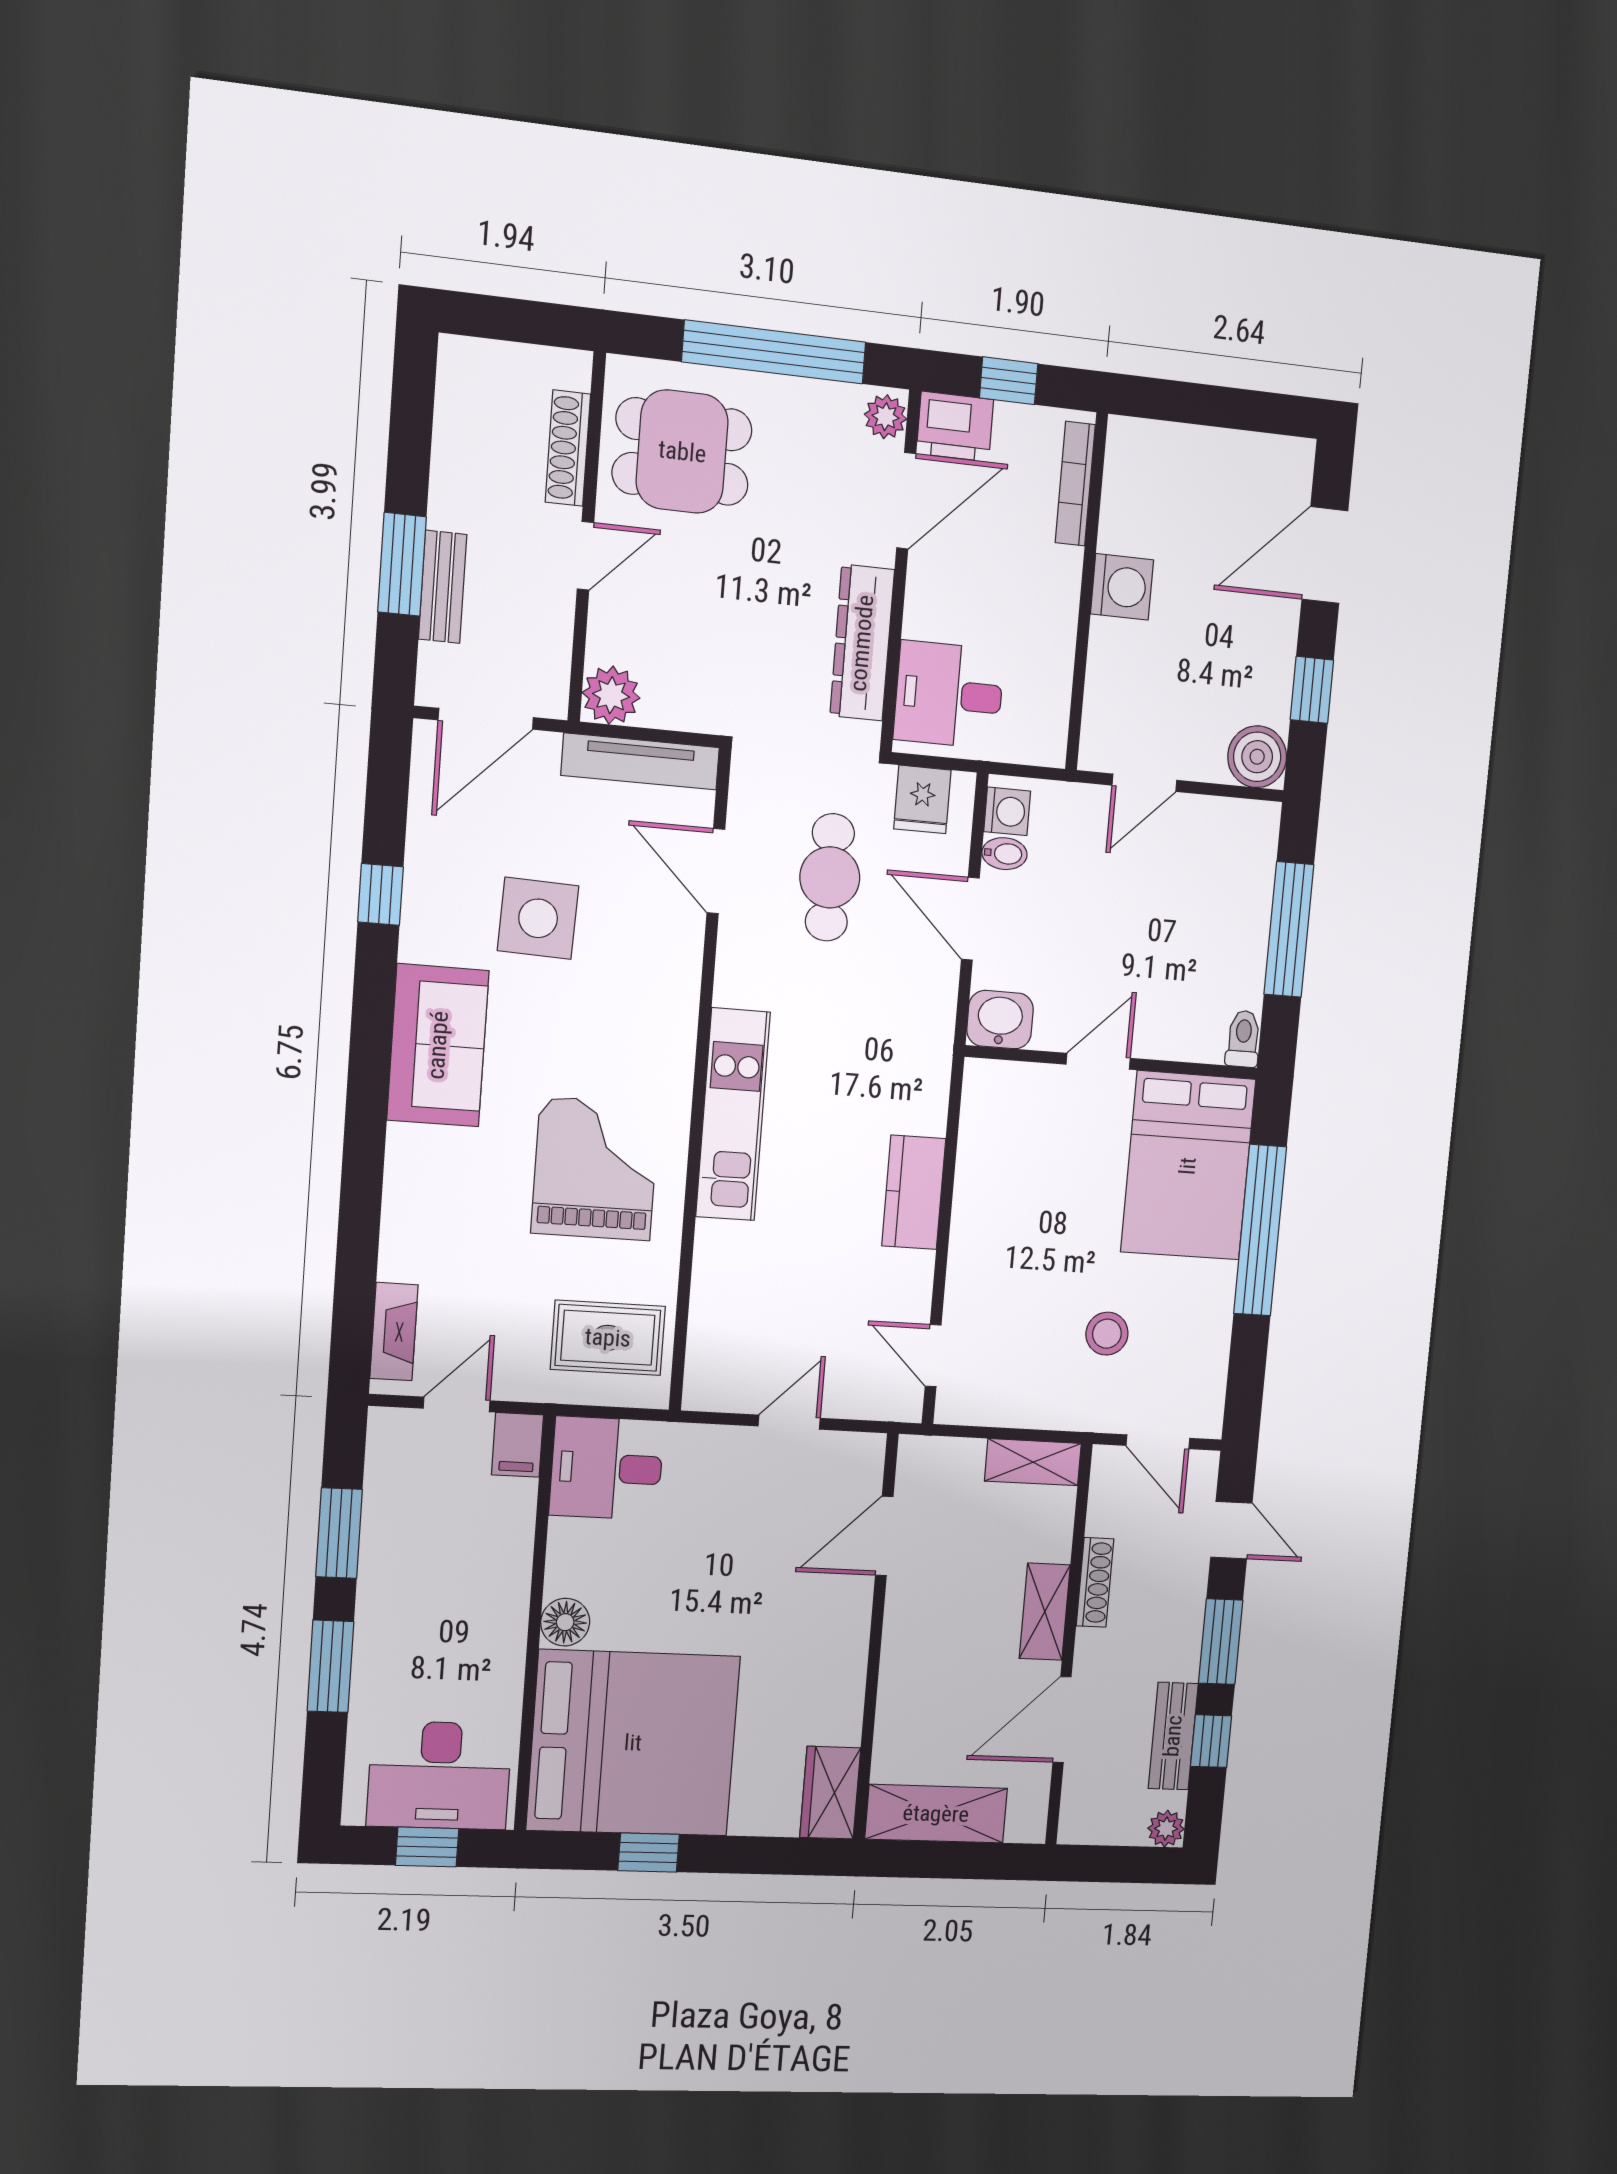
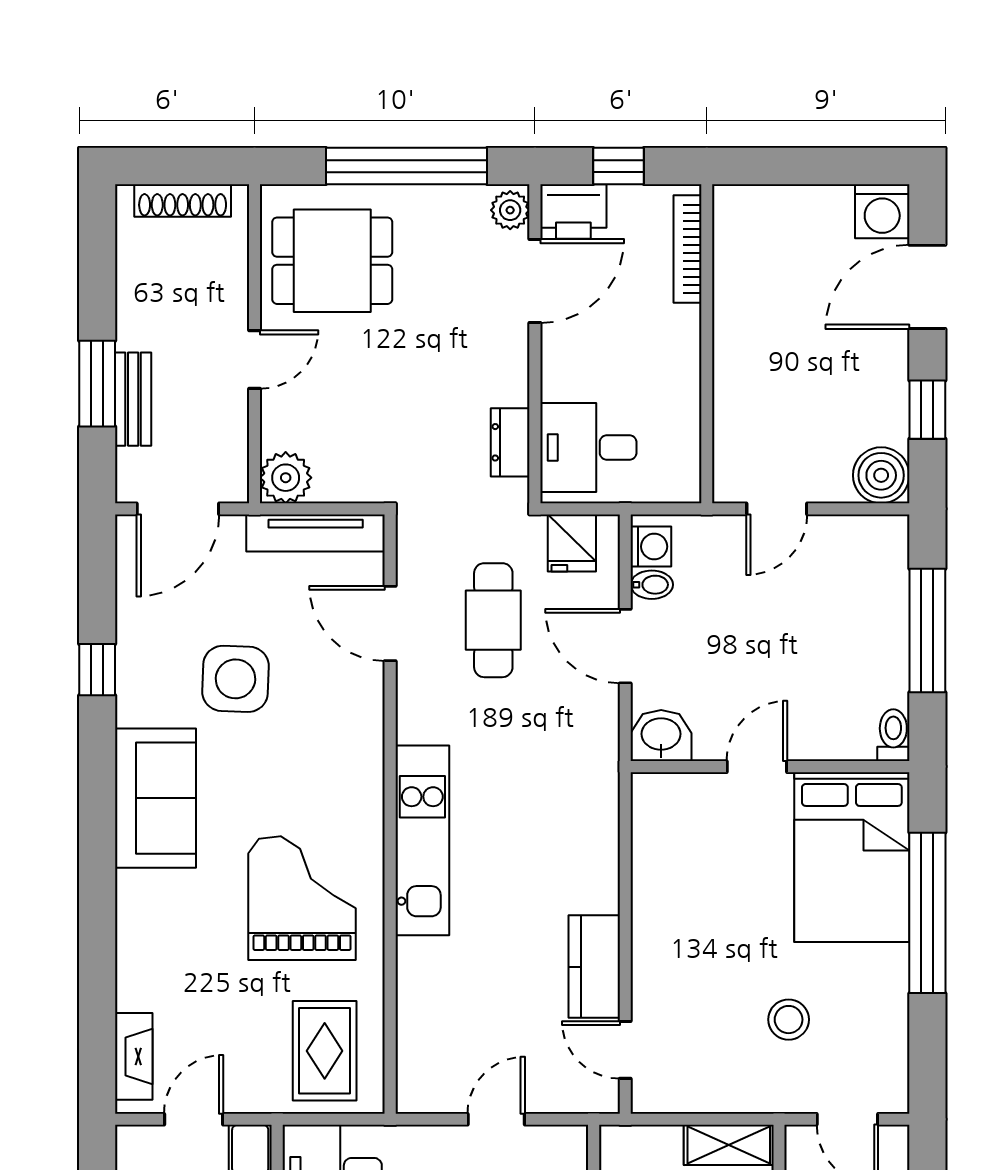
shoe rack: (568, 448) -> (183, 201), moved, turned -90
washing machine: (1122, 587) -> (882, 211), moved, turned 90
dresser: (862, 643) -> (510, 442), width x0.51, depth x0.80
kitchen counter: (914, 1192) -> (594, 967), moved
rug: (608, 1338) -> (325, 1051), turned 90

